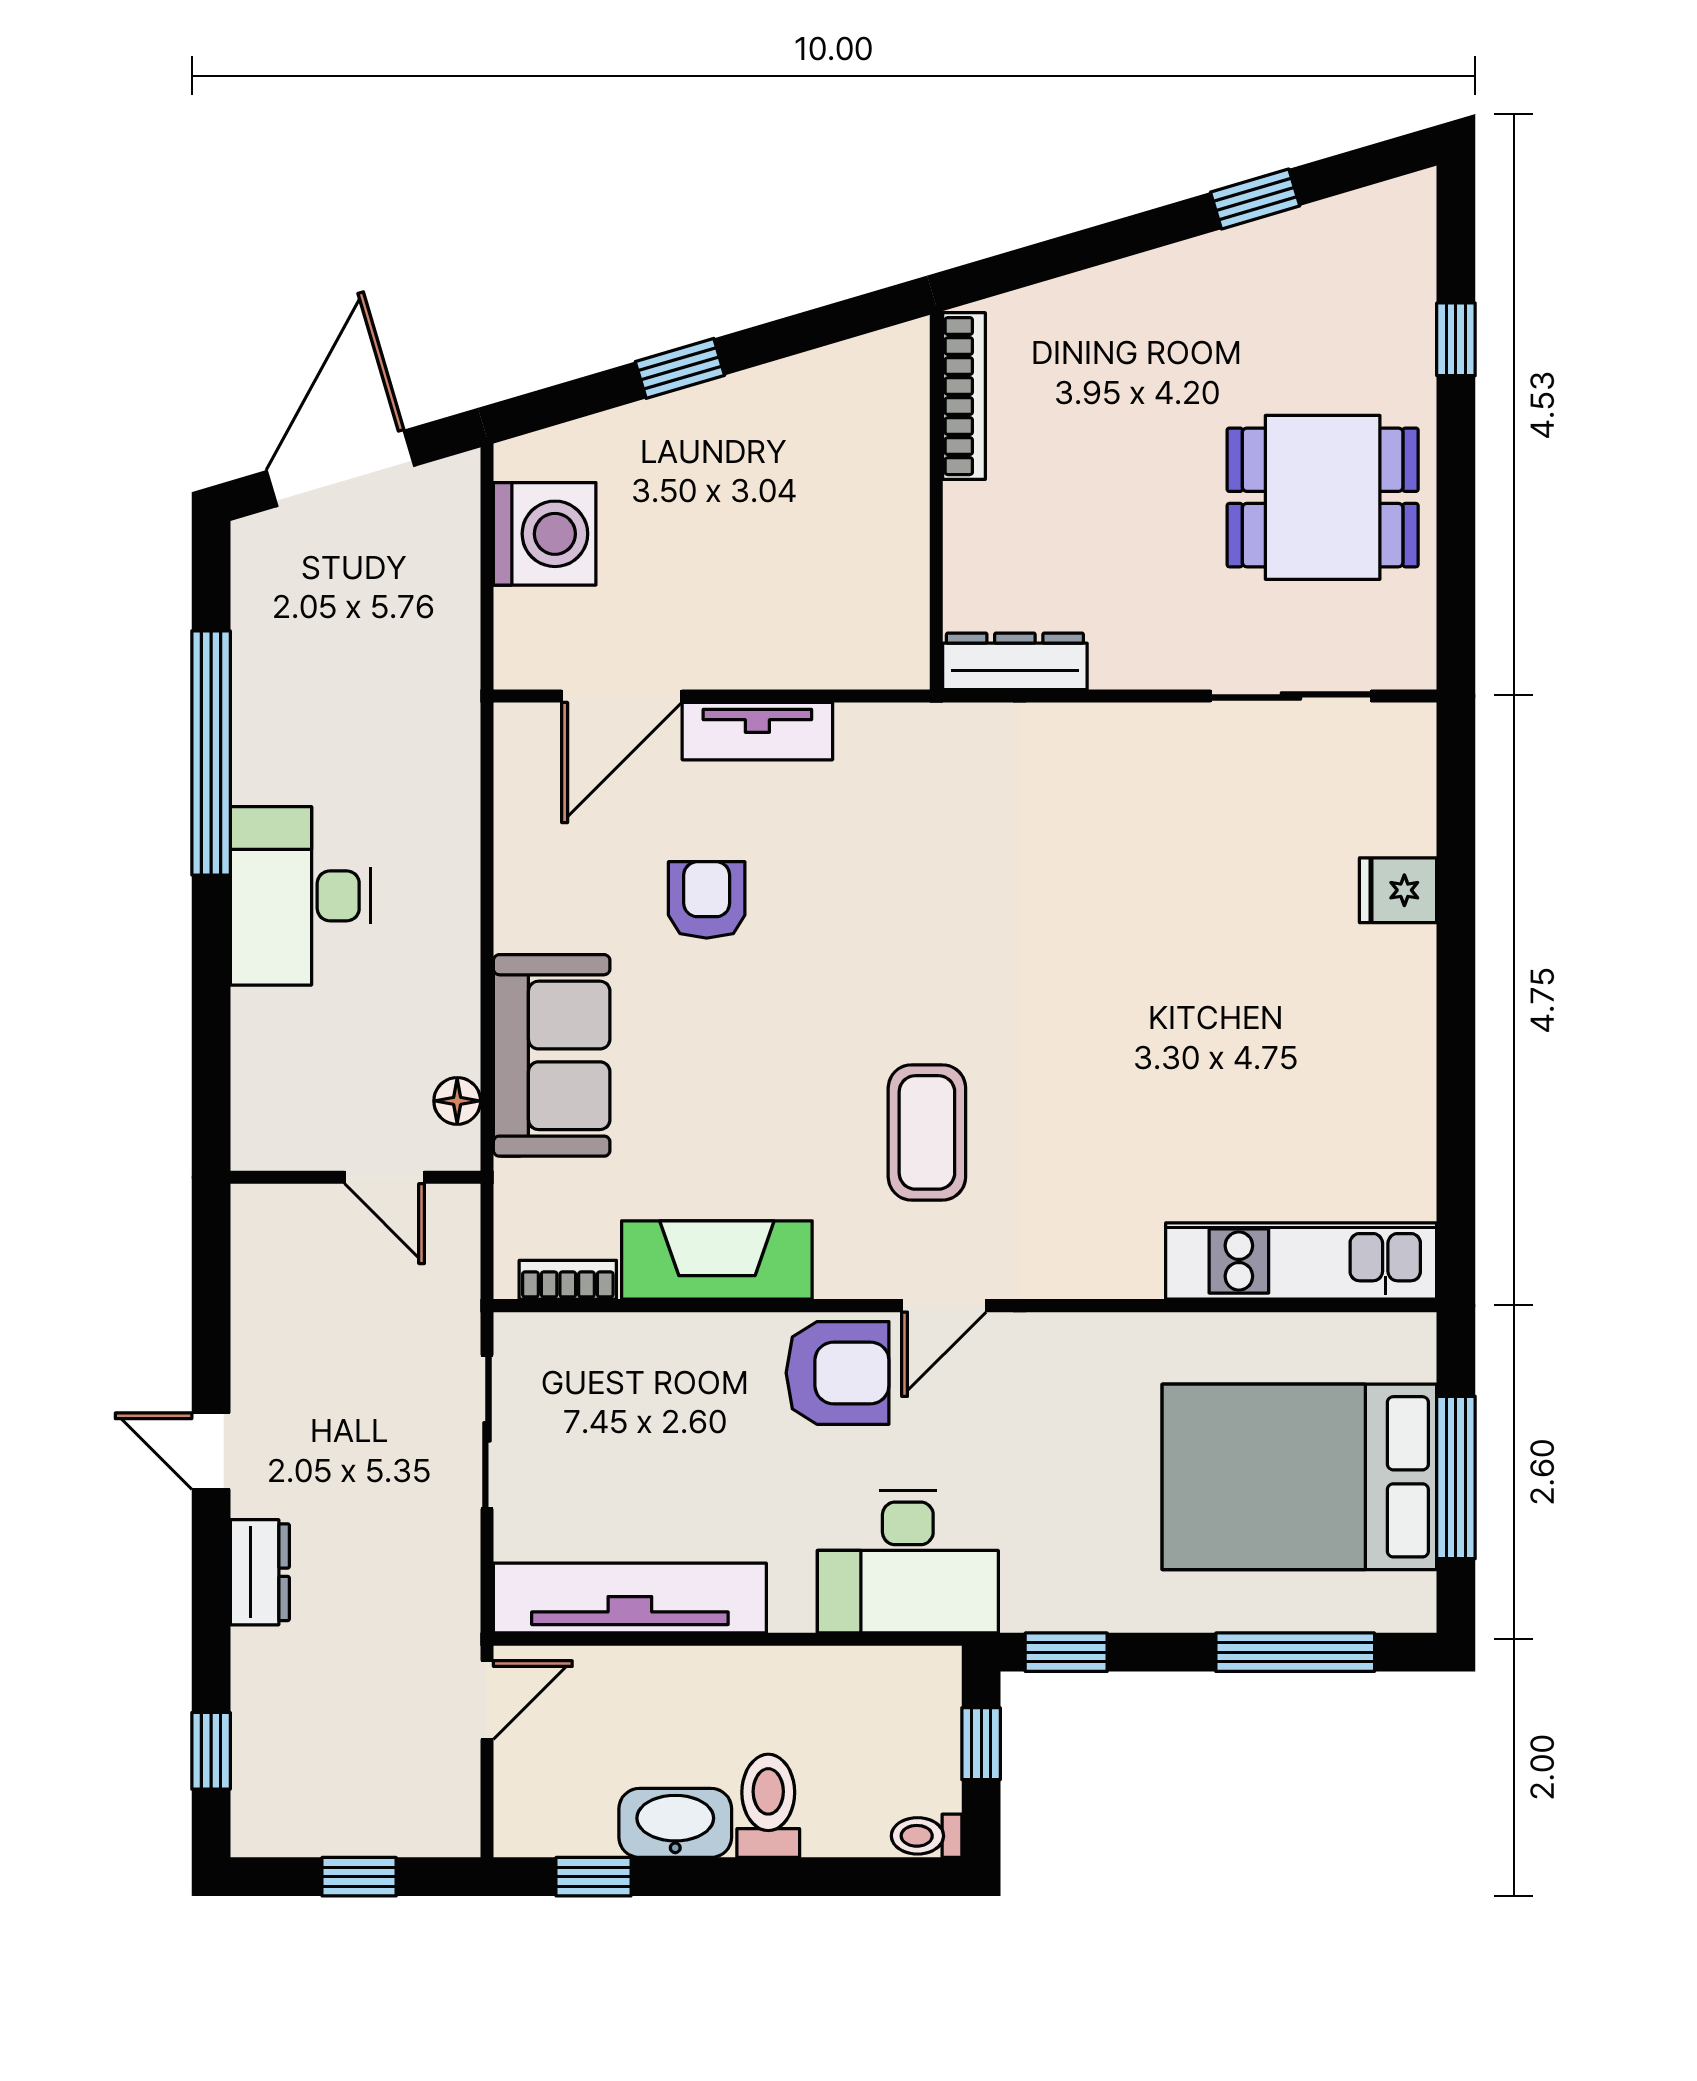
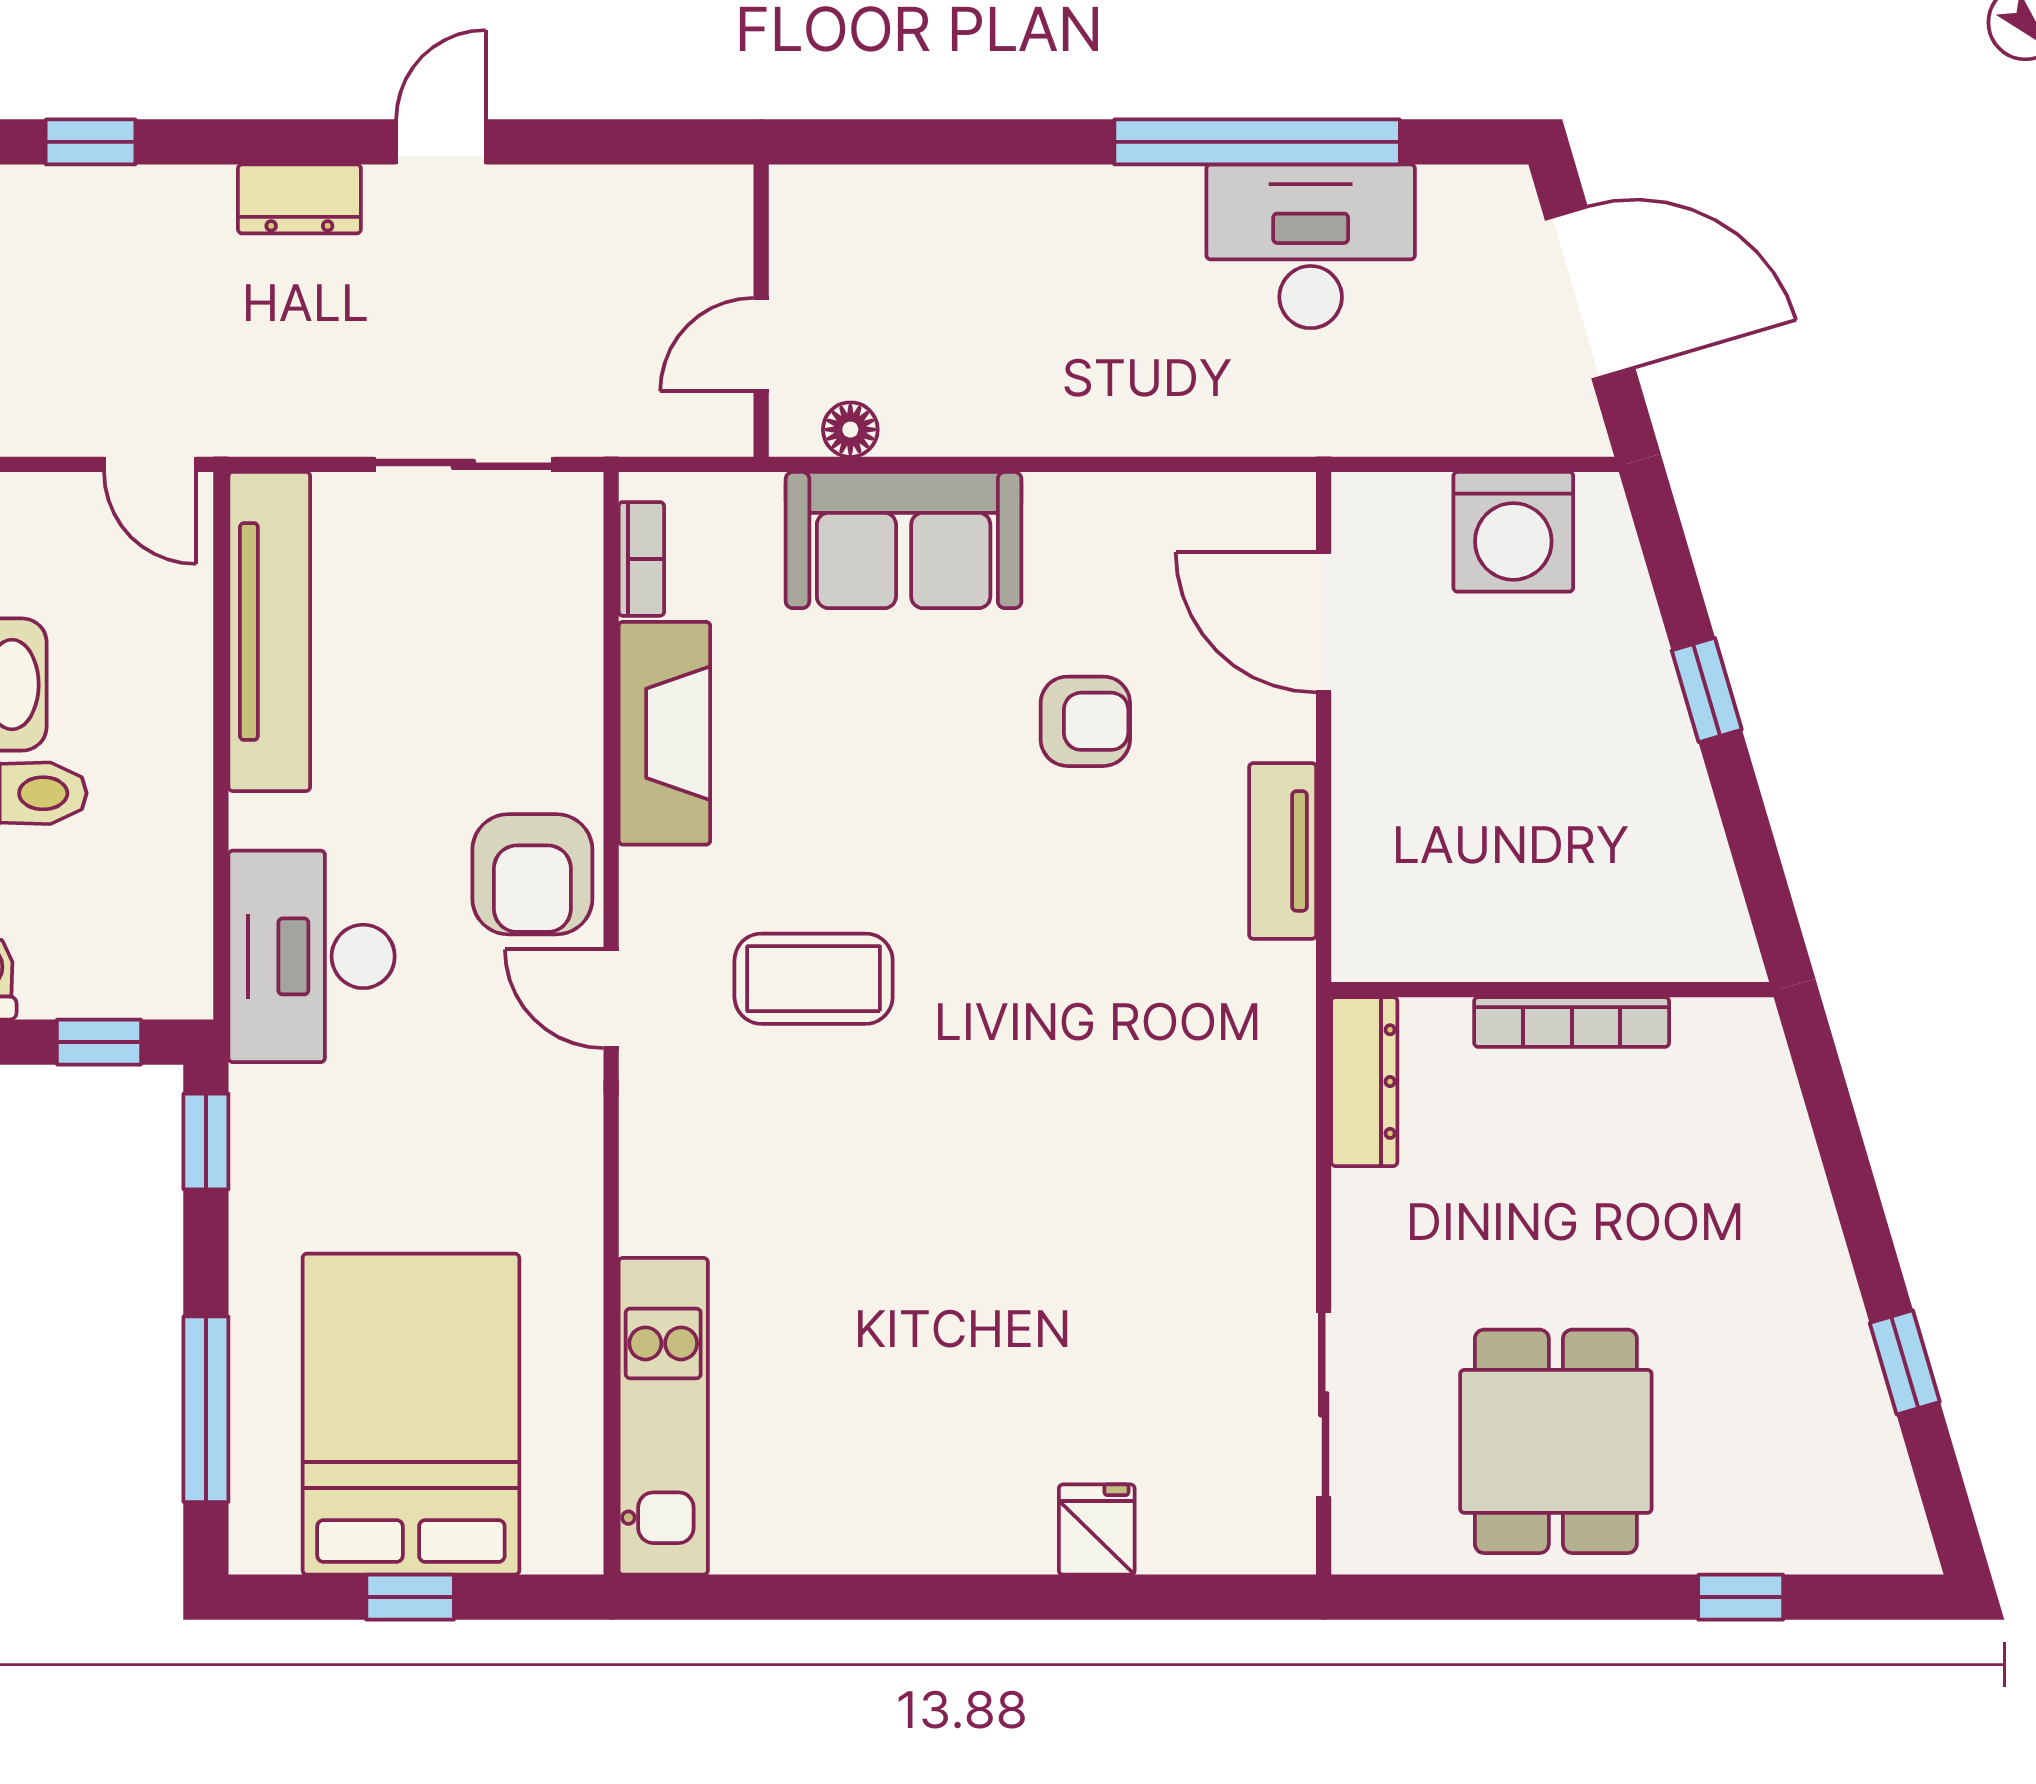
bookcase: (964, 396) -> (1572, 1022), moved
tv unit: (757, 731) -> (1283, 851), moved
desk: (300, 896) -> (1311, 246), moved
window: (1456, 1478) -> (410, 1597), width x0.46

